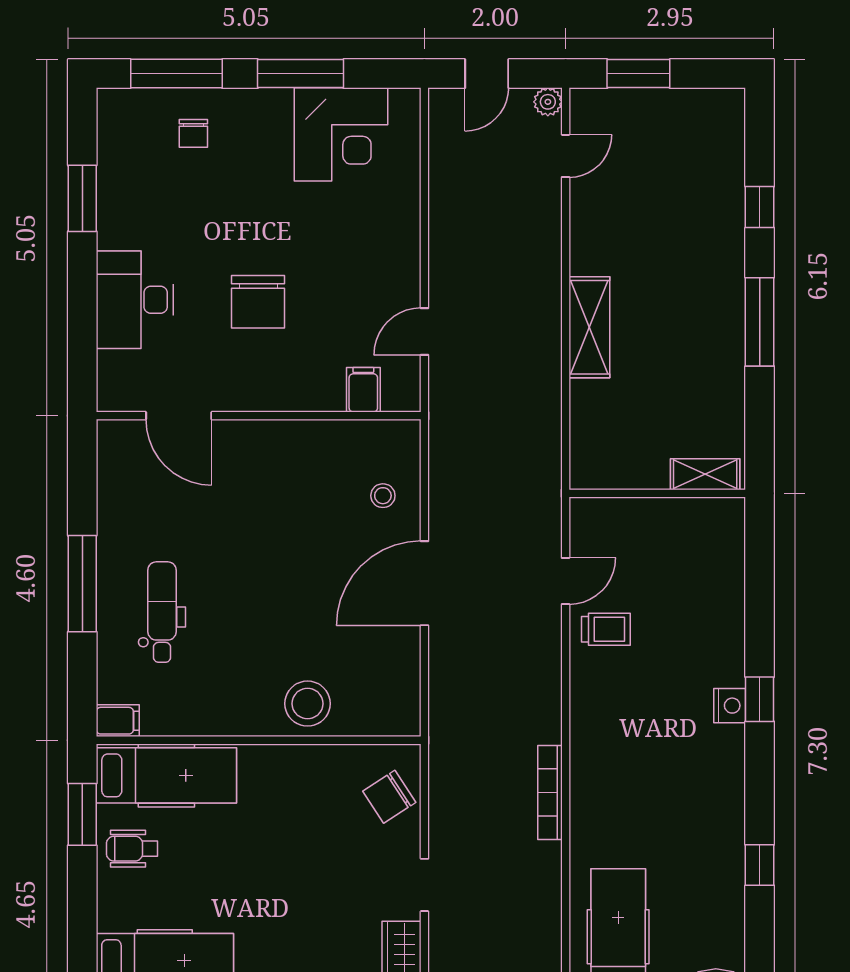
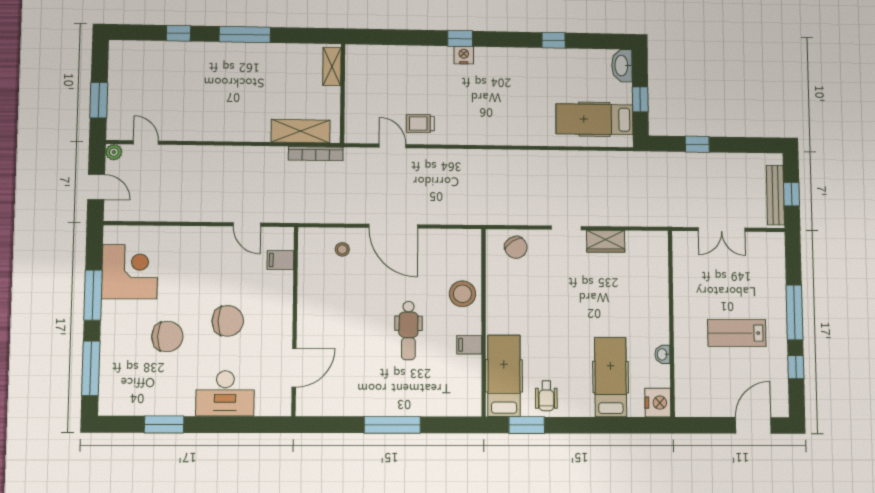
chair: (193, 133) -> (167, 337), moved, width x1.87, depth x1.87
shelving: (589, 327) -> (301, 131), moved
dental chair: (162, 612) -> (408, 331), moved, turned -90
trolley: (606, 629) -> (420, 124), turned -90
filing cabinet: (118, 721) -> (469, 345), moved, turned -90
bookcase: (550, 793) -> (316, 154), moved

